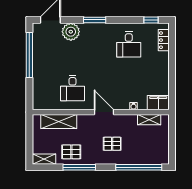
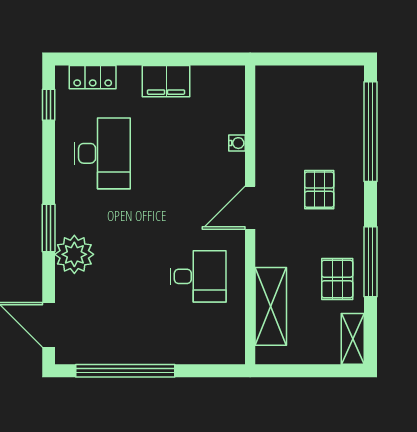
plant: (71, 32) -> (74, 254), moved
desk: (129, 44) -> (102, 153), width x1.37
filing cabinet: (158, 103) -> (166, 81), moved, turned -90
shelving: (149, 120) -> (267, 109), removed

